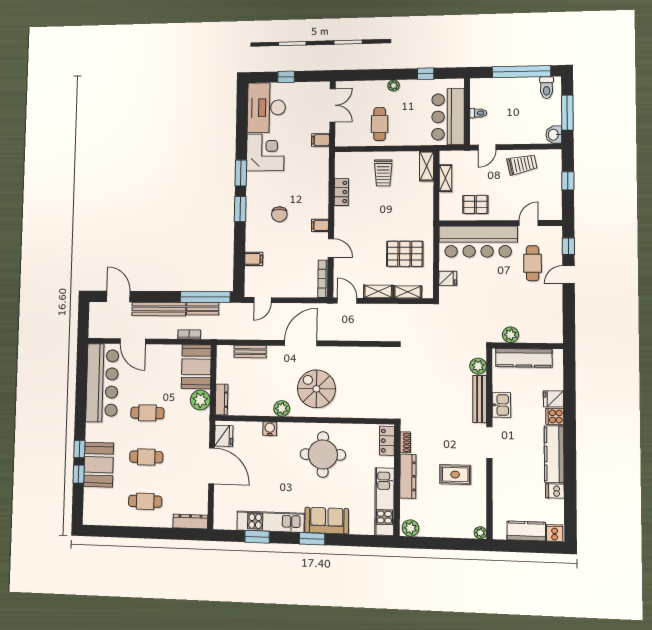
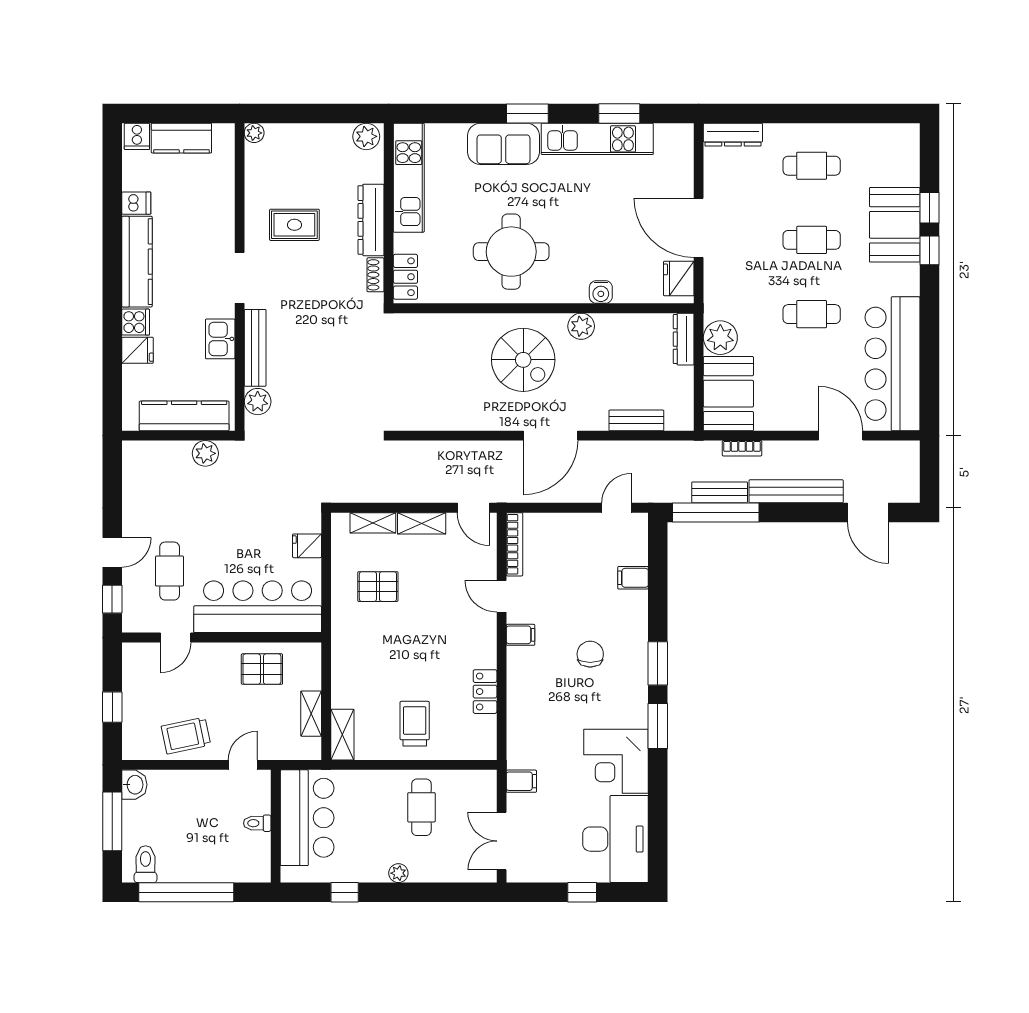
pallet: (405, 254) -> (378, 587), width x0.67, depth x0.71

